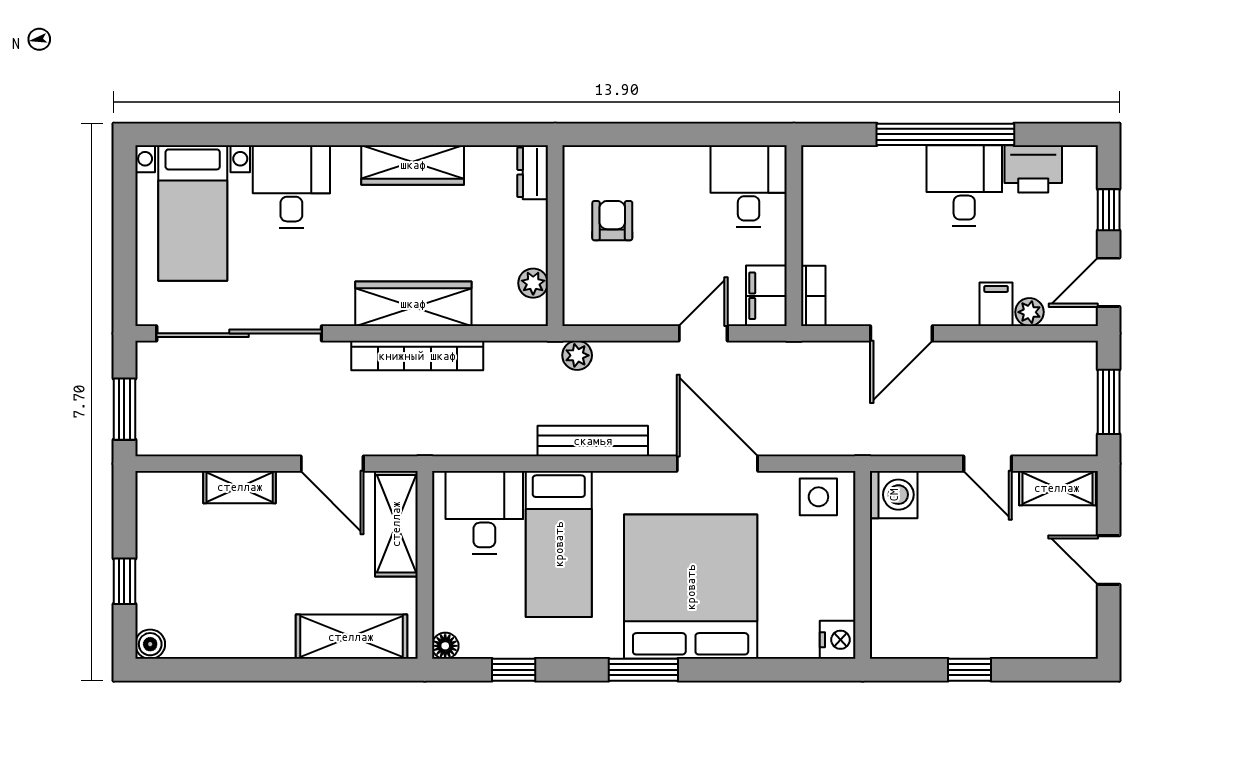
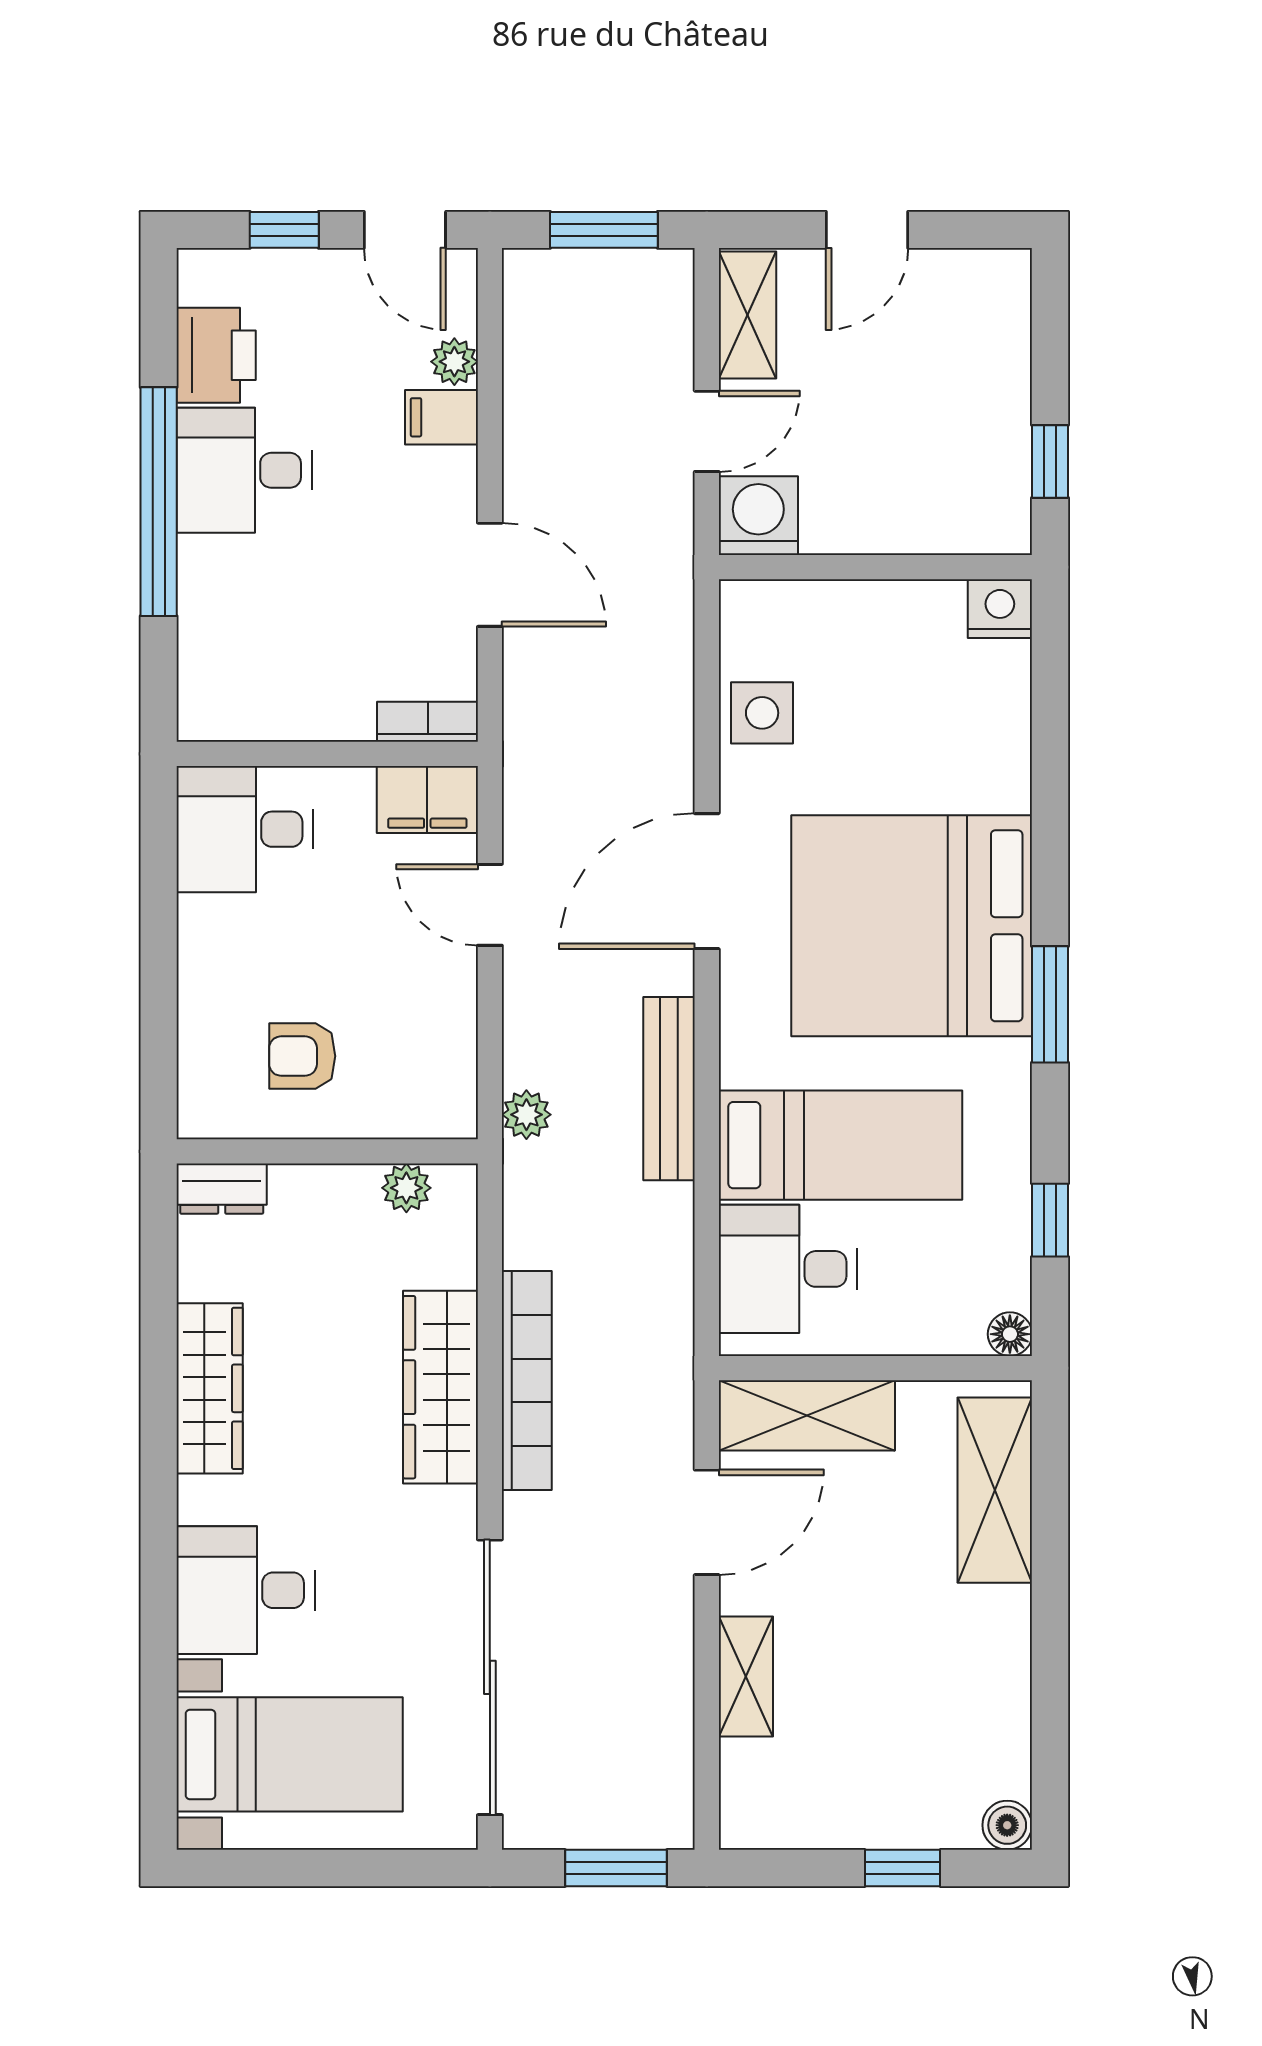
washing machine: (894, 495) -> (758, 516), moved
wall: (863, 565) -> (875, 567), moved
nightstand: (838, 640) -> (1000, 609), moved

